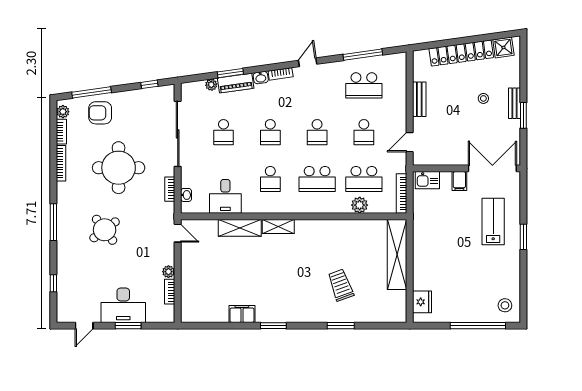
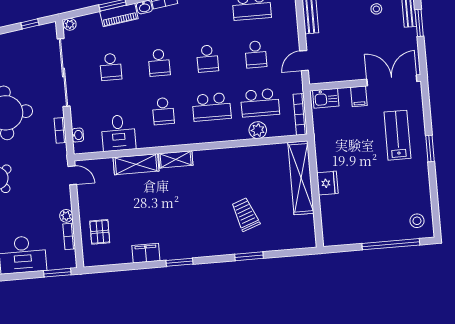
plant: (211, 85) -> (70, 24), moved
pallet: (199, 290) -> (100, 232), added
fridge: (422, 302) -> (327, 183), moved
window: (128, 326) -> (57, 273), moved

